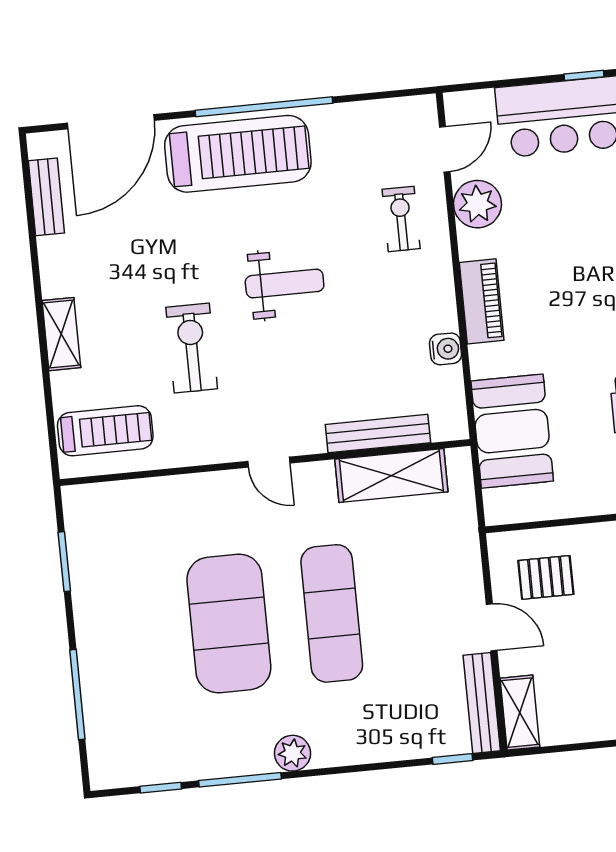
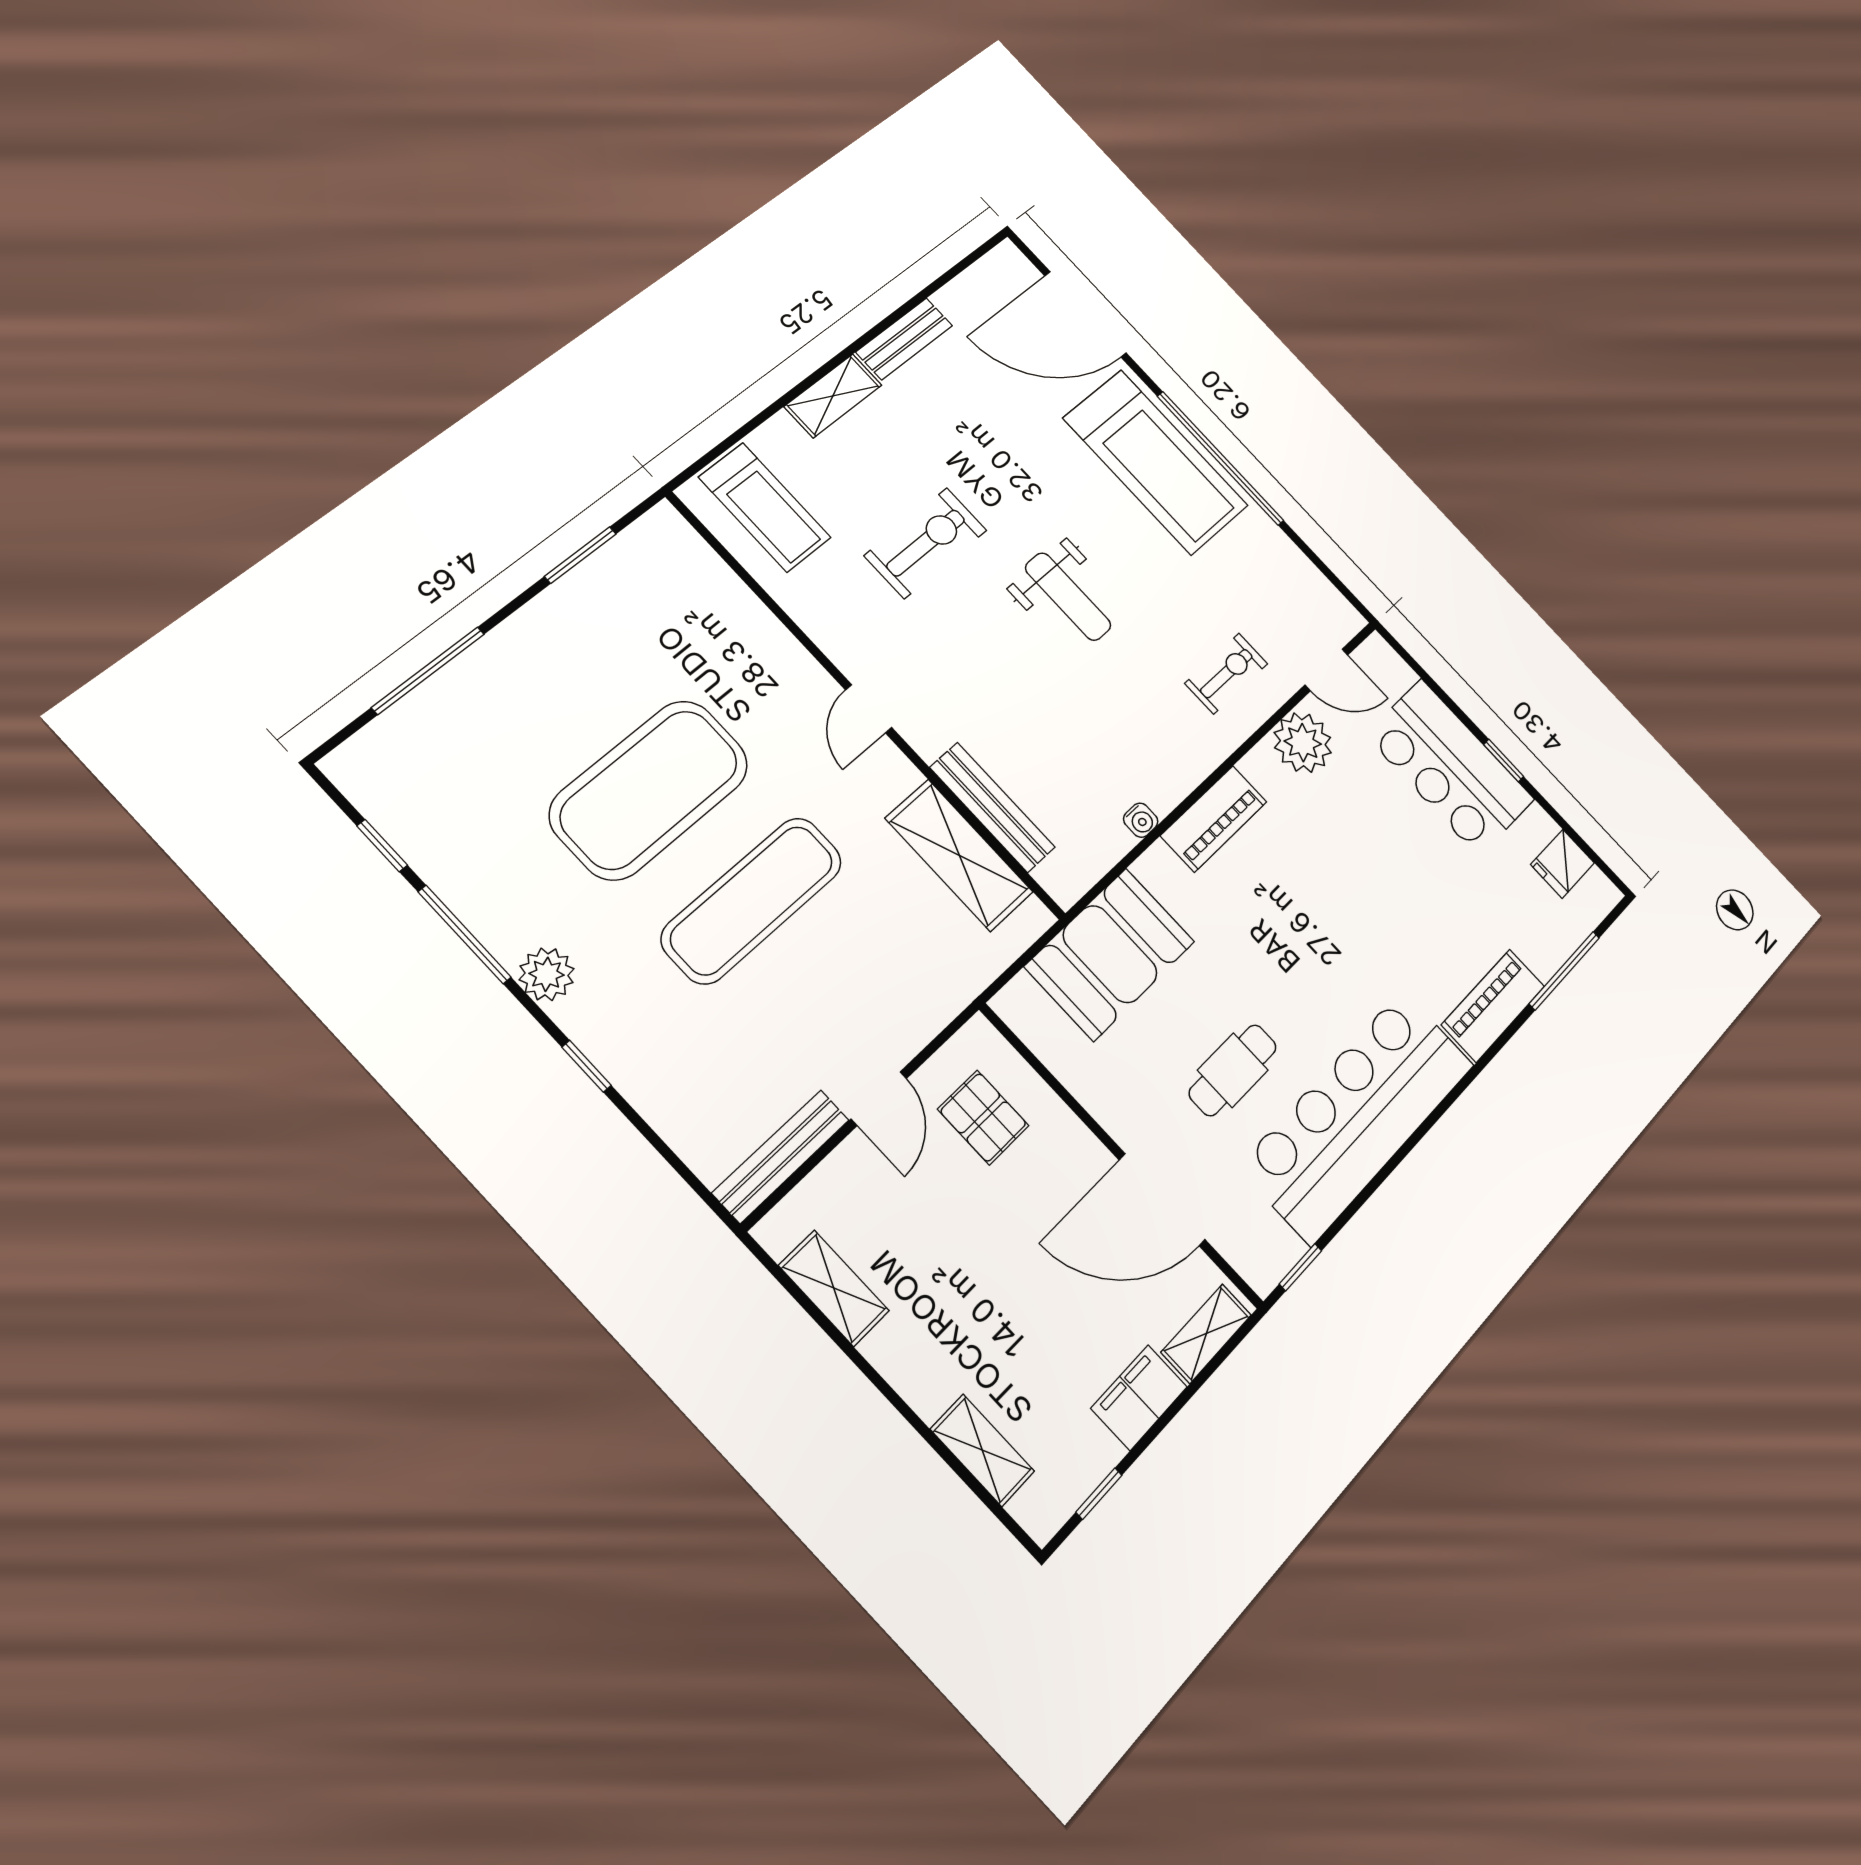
bench: (46, 197) -> (904, 339), moved
water cooler: (445, 349) -> (1141, 820), width x0.72, depth x0.72
shelving: (520, 713) -> (834, 1288), moved, turned 90
window: (452, 759) -> (586, 1066), moved

